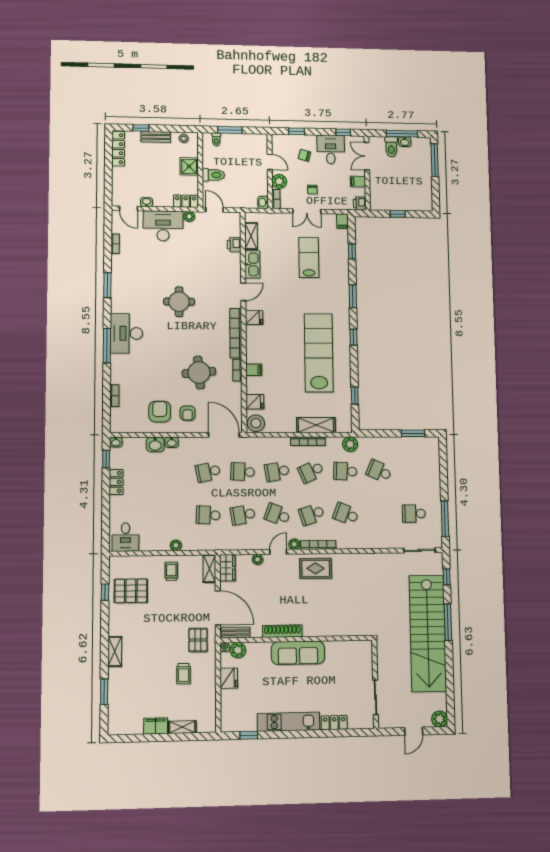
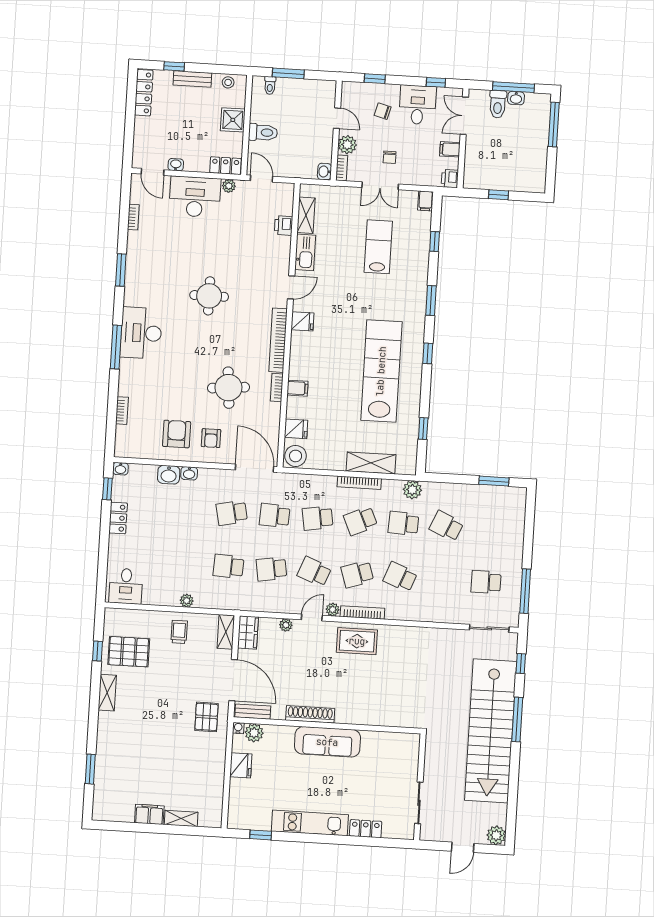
shelving: (115, 651) -> (107, 693), moved
trolley: (184, 674) -> (186, 756), removed

